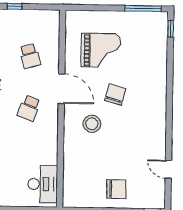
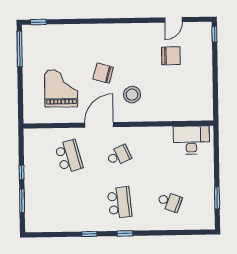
school desk: (30, 56) -> (69, 156), width x1.85
school desk: (29, 108) -> (119, 156), turned -45
chair: (116, 189) -> (171, 56), moved, turned 90

